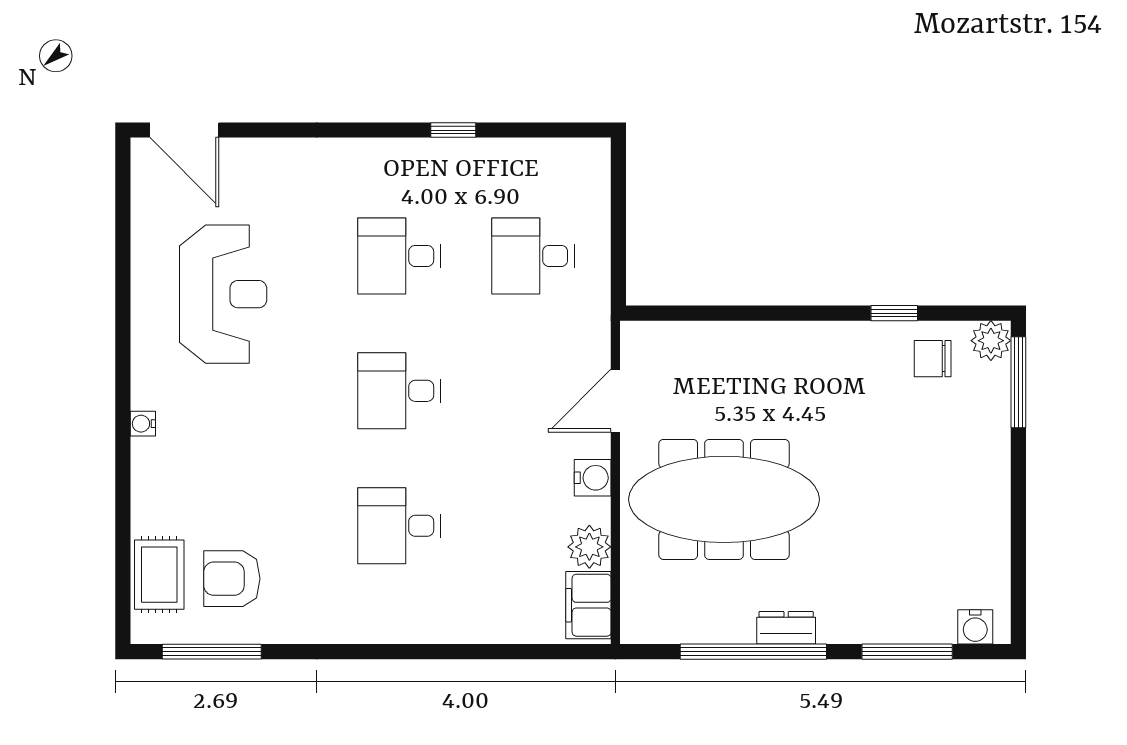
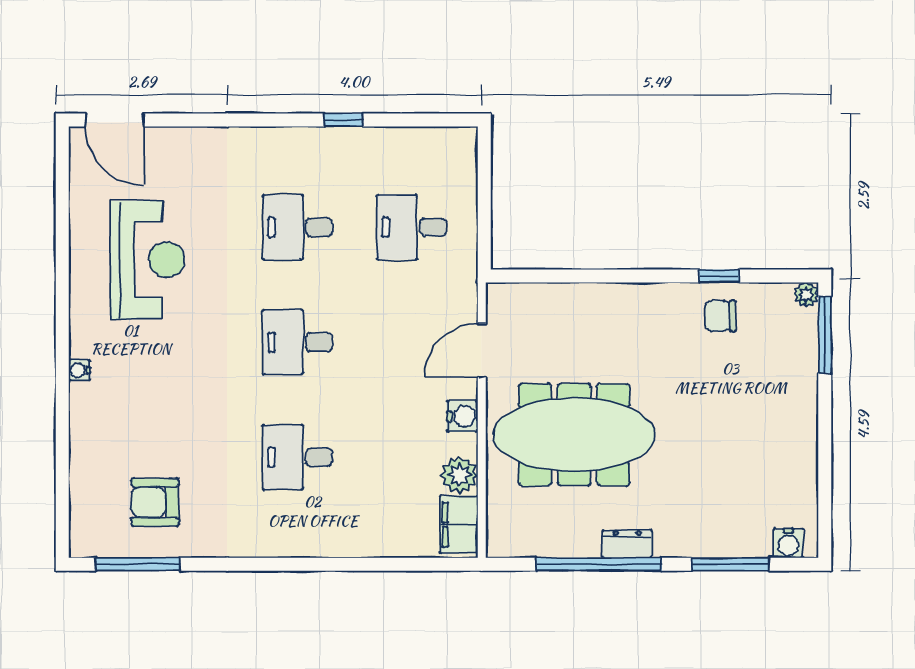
plant: (991, 341) -> (806, 295), width x0.73, depth x0.73
chair: (933, 359) -> (720, 316), moved
rug: (159, 575) -> (93, 499), removed

